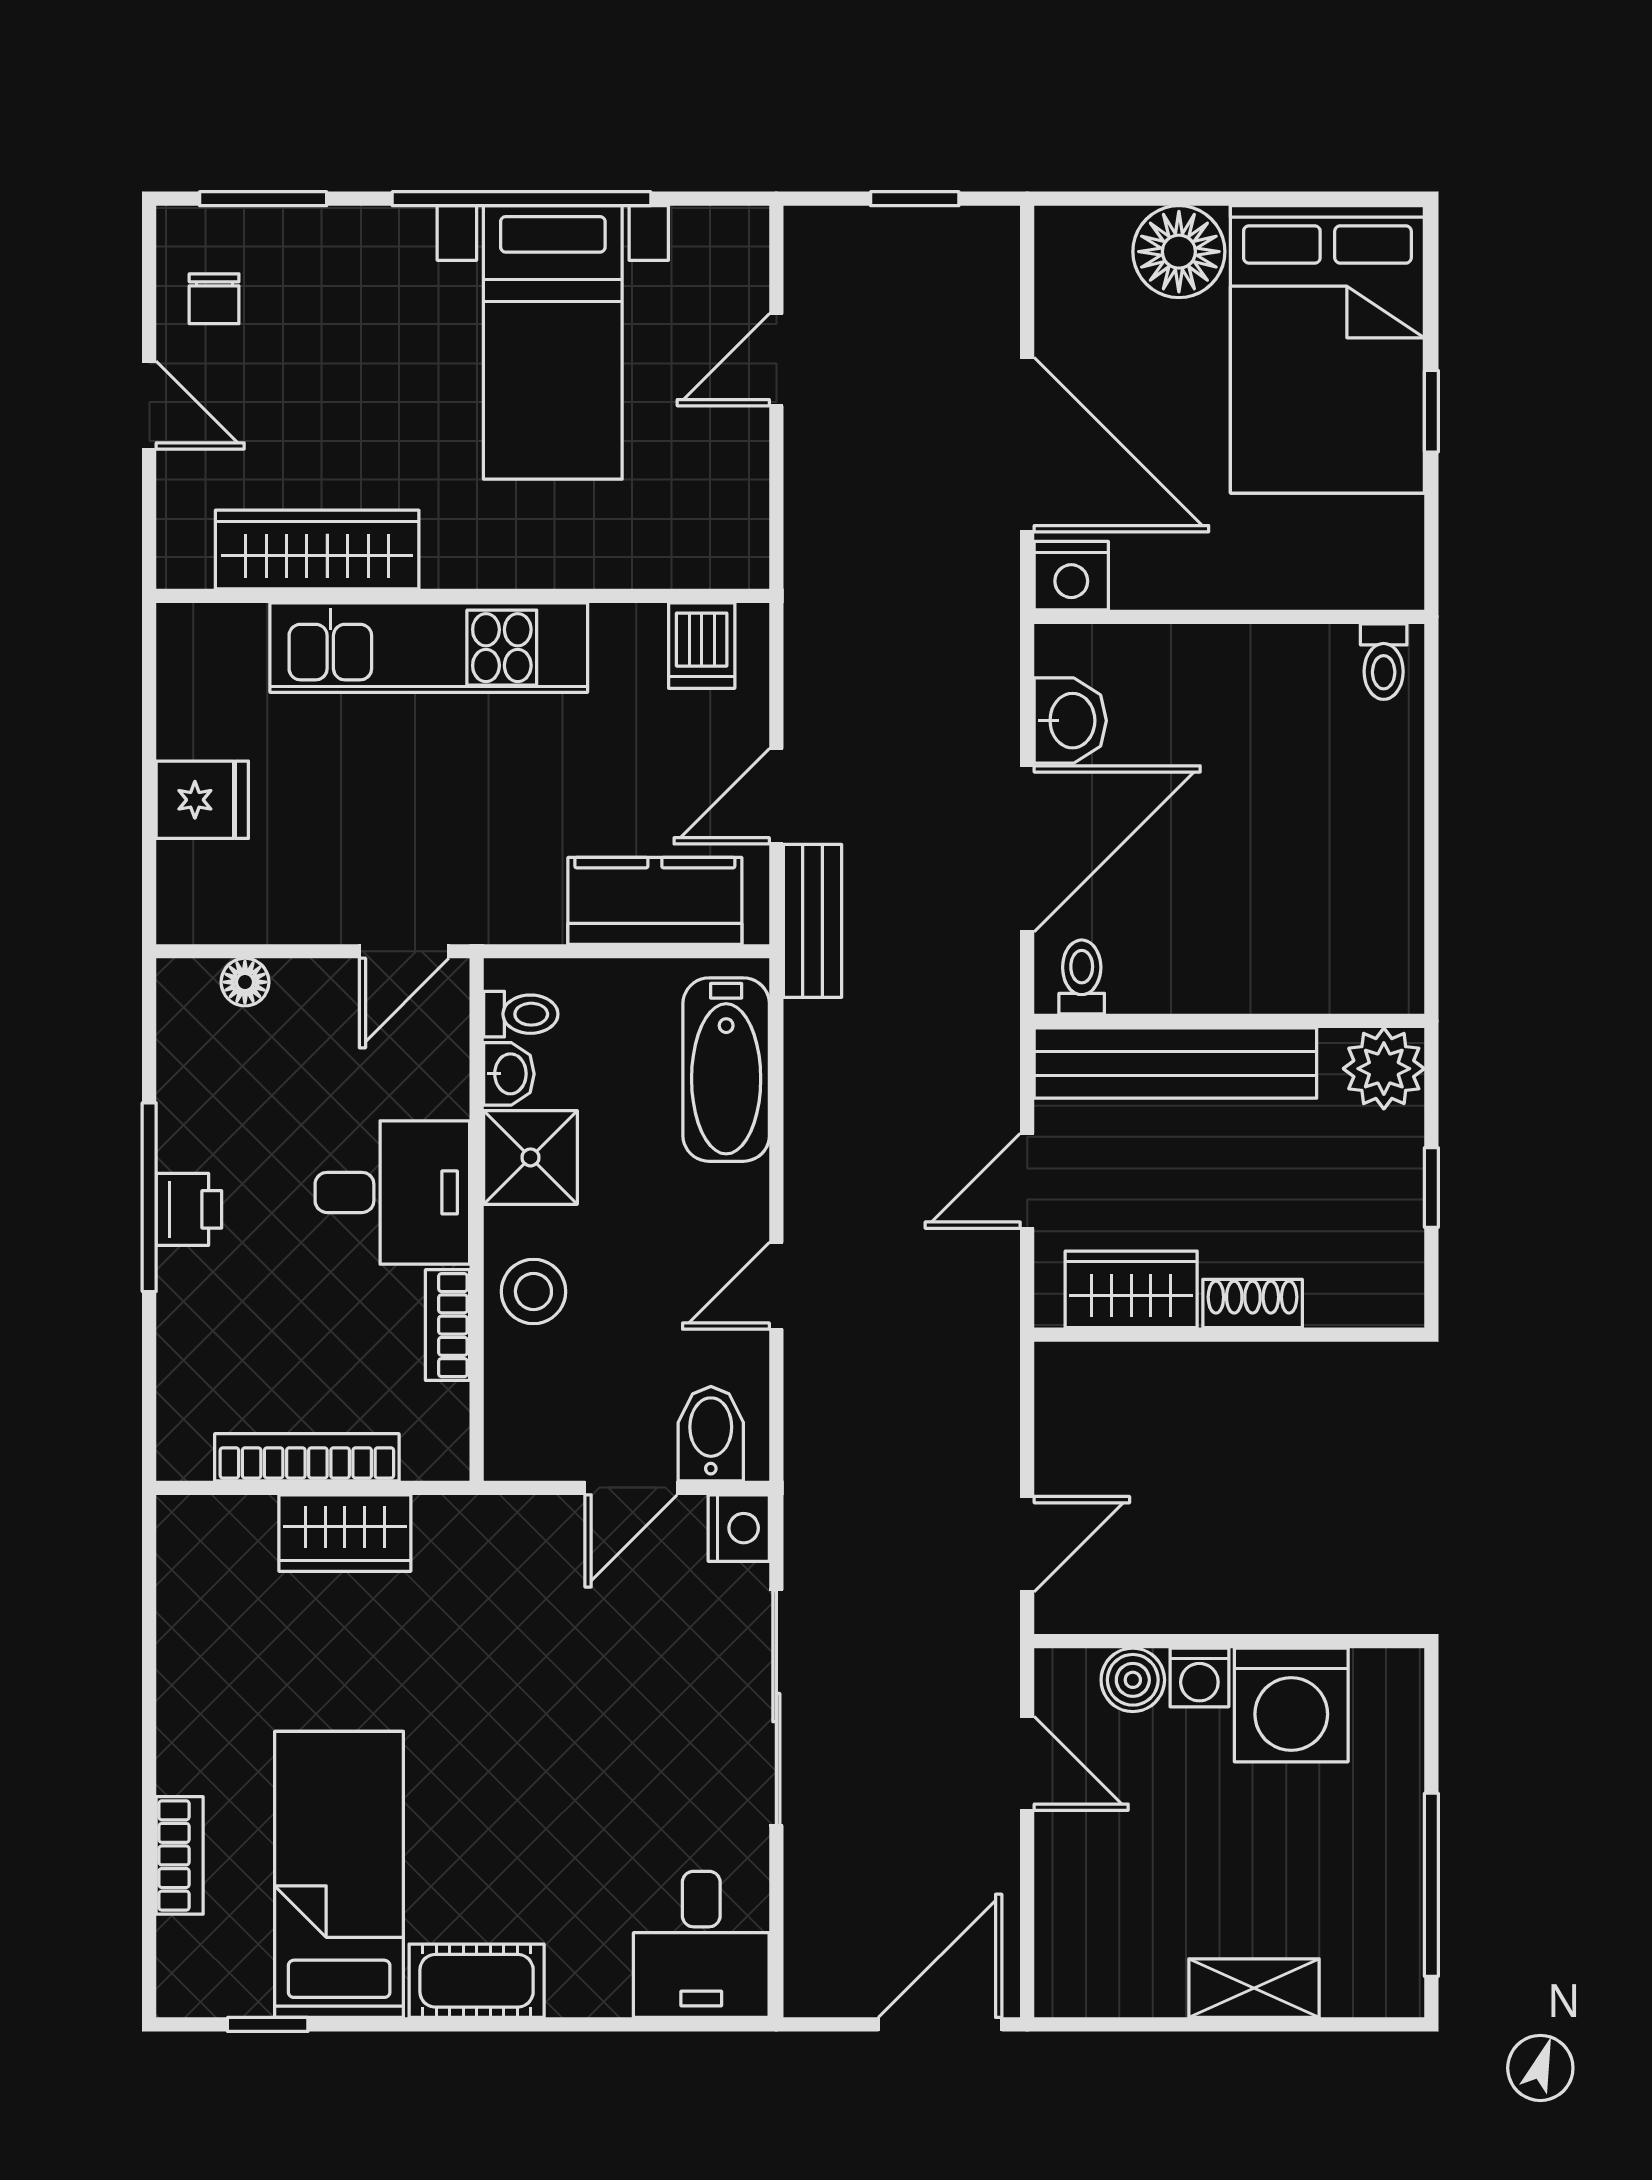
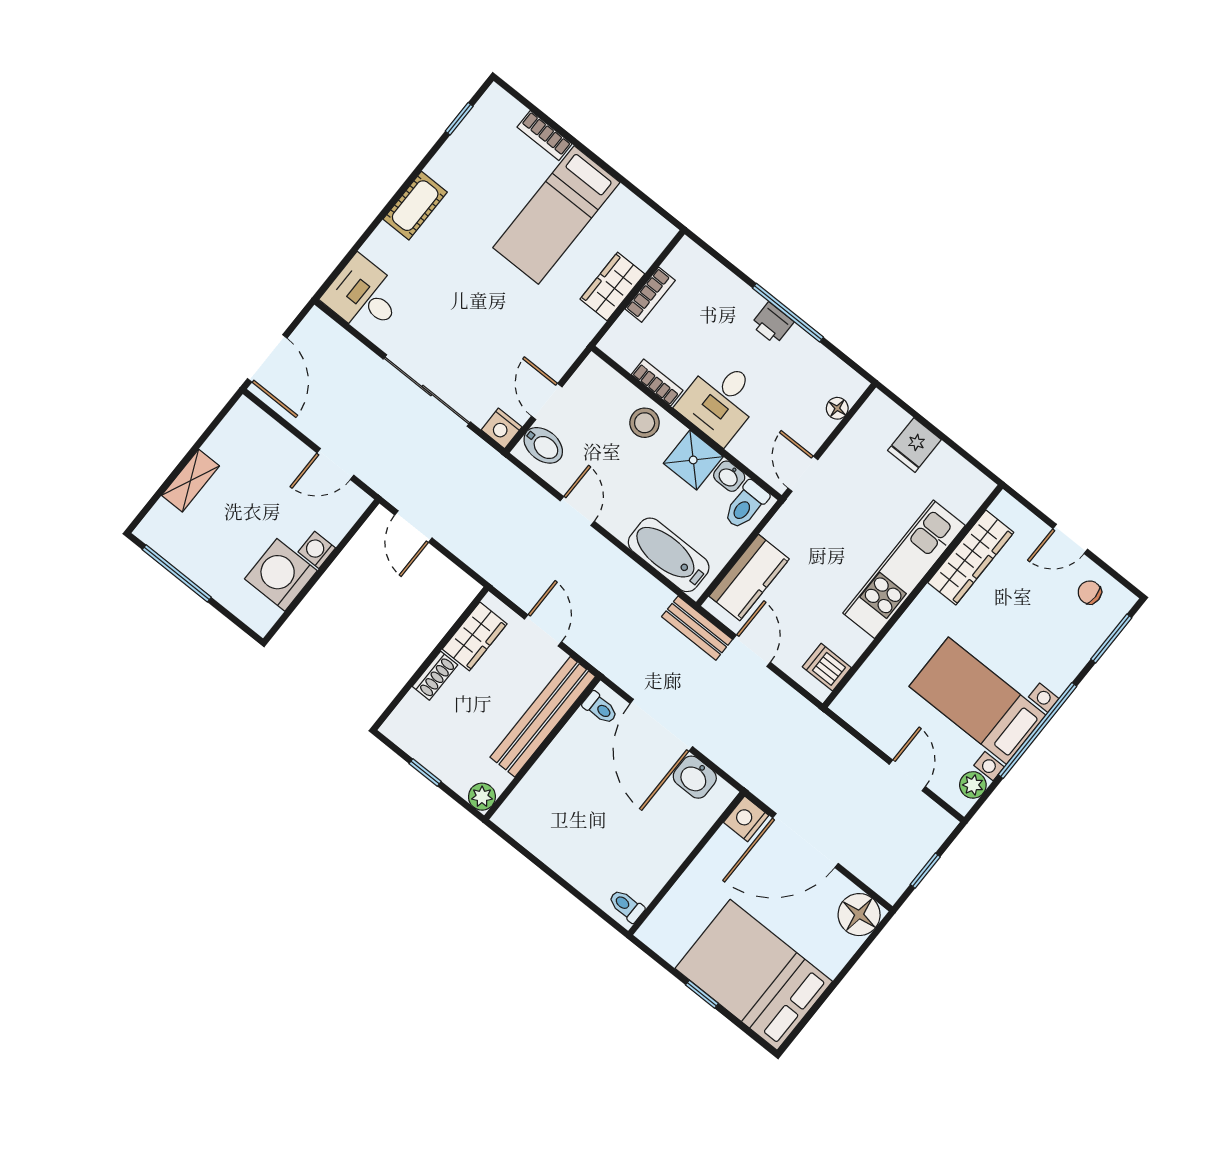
plant: (703, 235) -> (973, 785), added
floor lamp: (1179, 252) -> (859, 915), moved
toilet: (521, 1014) -> (746, 505), width x1.37, depth x1.39
plant: (1384, 1069) -> (482, 797), width x0.73, depth x0.73
bookcase: (307, 1457) -> (650, 295), width x0.64
boiler: (1133, 1680) -> (335, 525), removed
bed: (339, 1874) -> (556, 215), moved, turned 90

